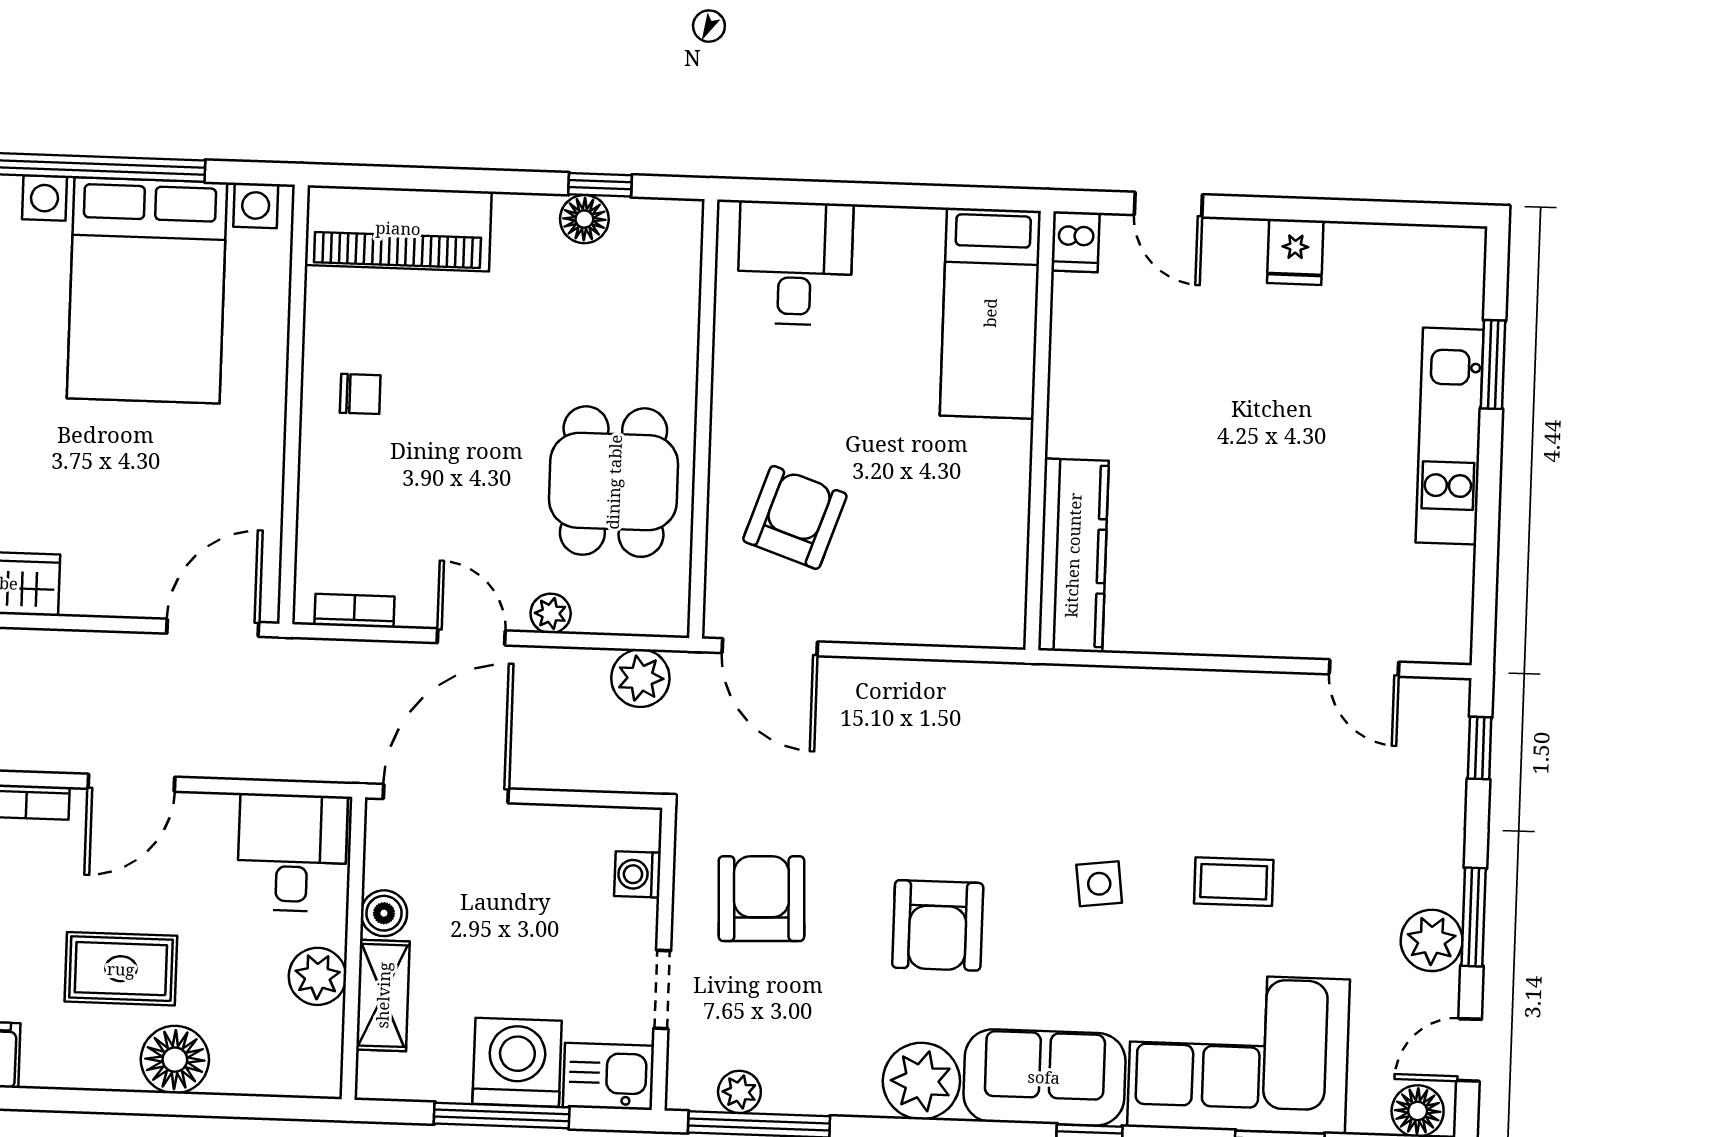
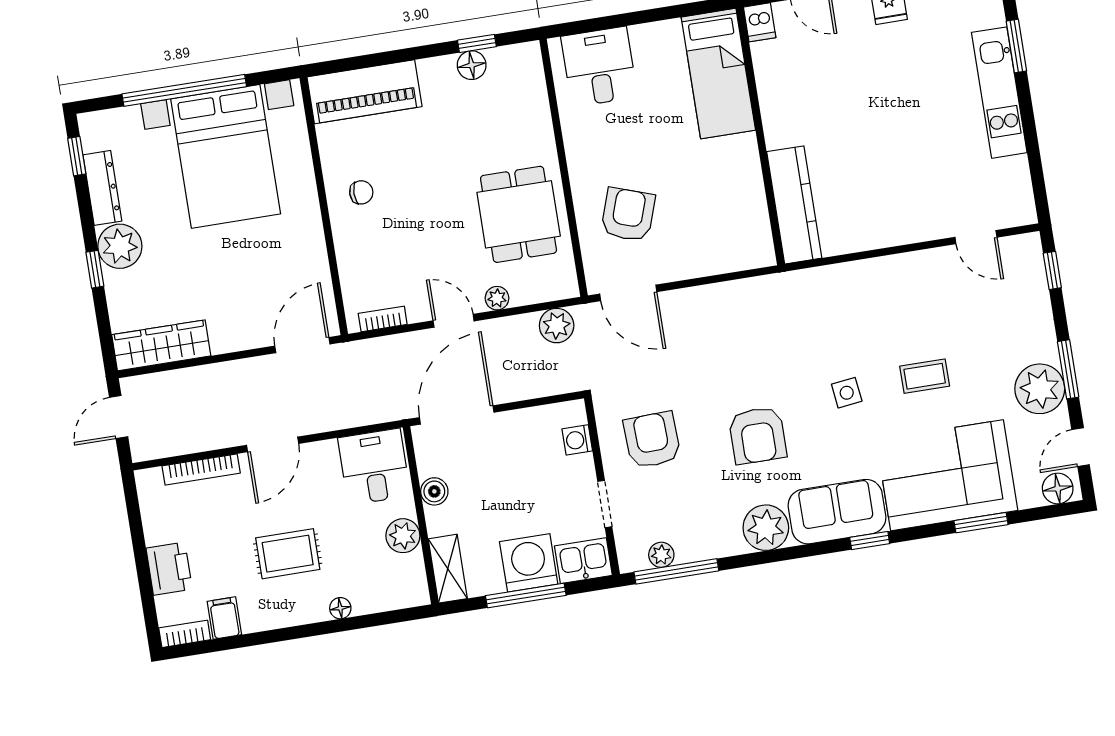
plant: (1432, 940) -> (1040, 389), width x1.36, depth x1.36
shelving: (383, 995) -> (448, 569), moved
floor lamp: (175, 1060) -> (340, 608), width x0.53, depth x0.53

